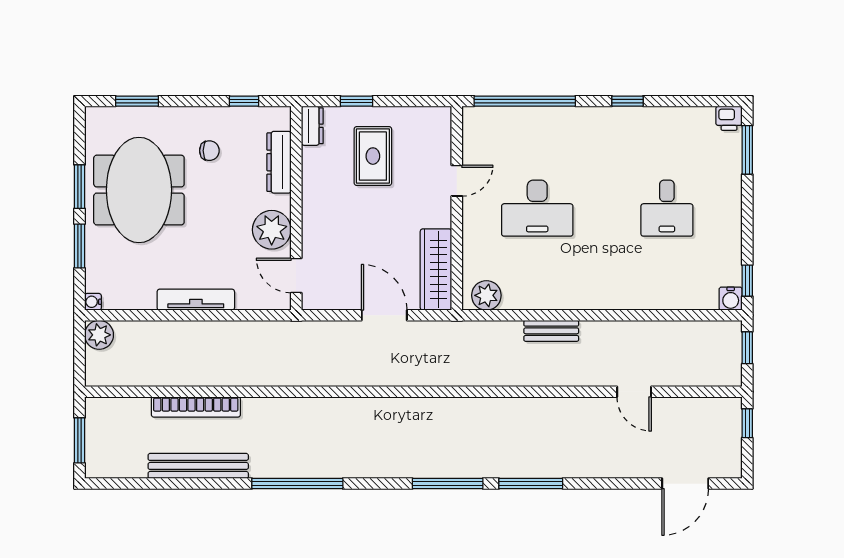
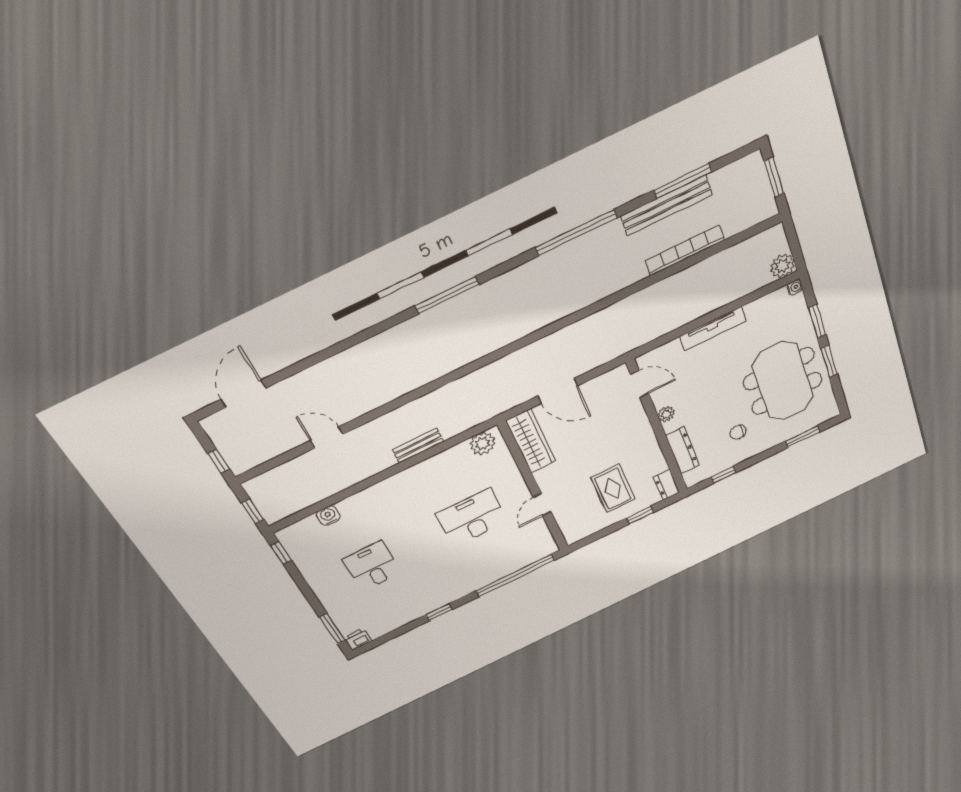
plant: (272, 230) -> (666, 414), width x0.53, depth x0.53
water cooler: (731, 299) -> (328, 516), moved
window: (531, 484) -> (683, 181), moved

